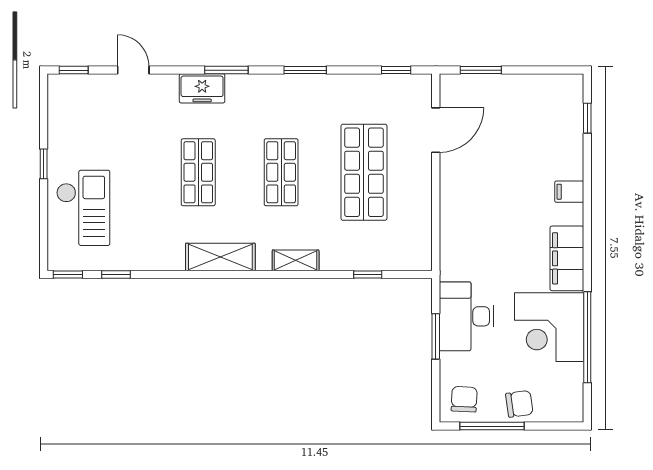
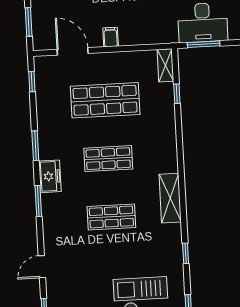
freezer: (202, 88) -> (50, 176), moved
filing cabinet: (453, 185) -> (111, 37), added
shelving: (296, 260) -> (165, 65), moved
window: (116, 274) -> (186, 253), moved
window: (436, 336) -> (204, 44), moved

